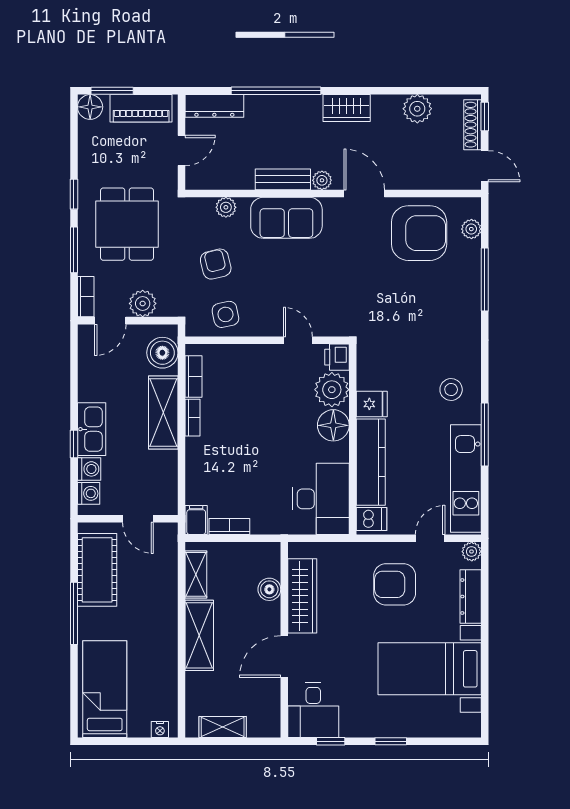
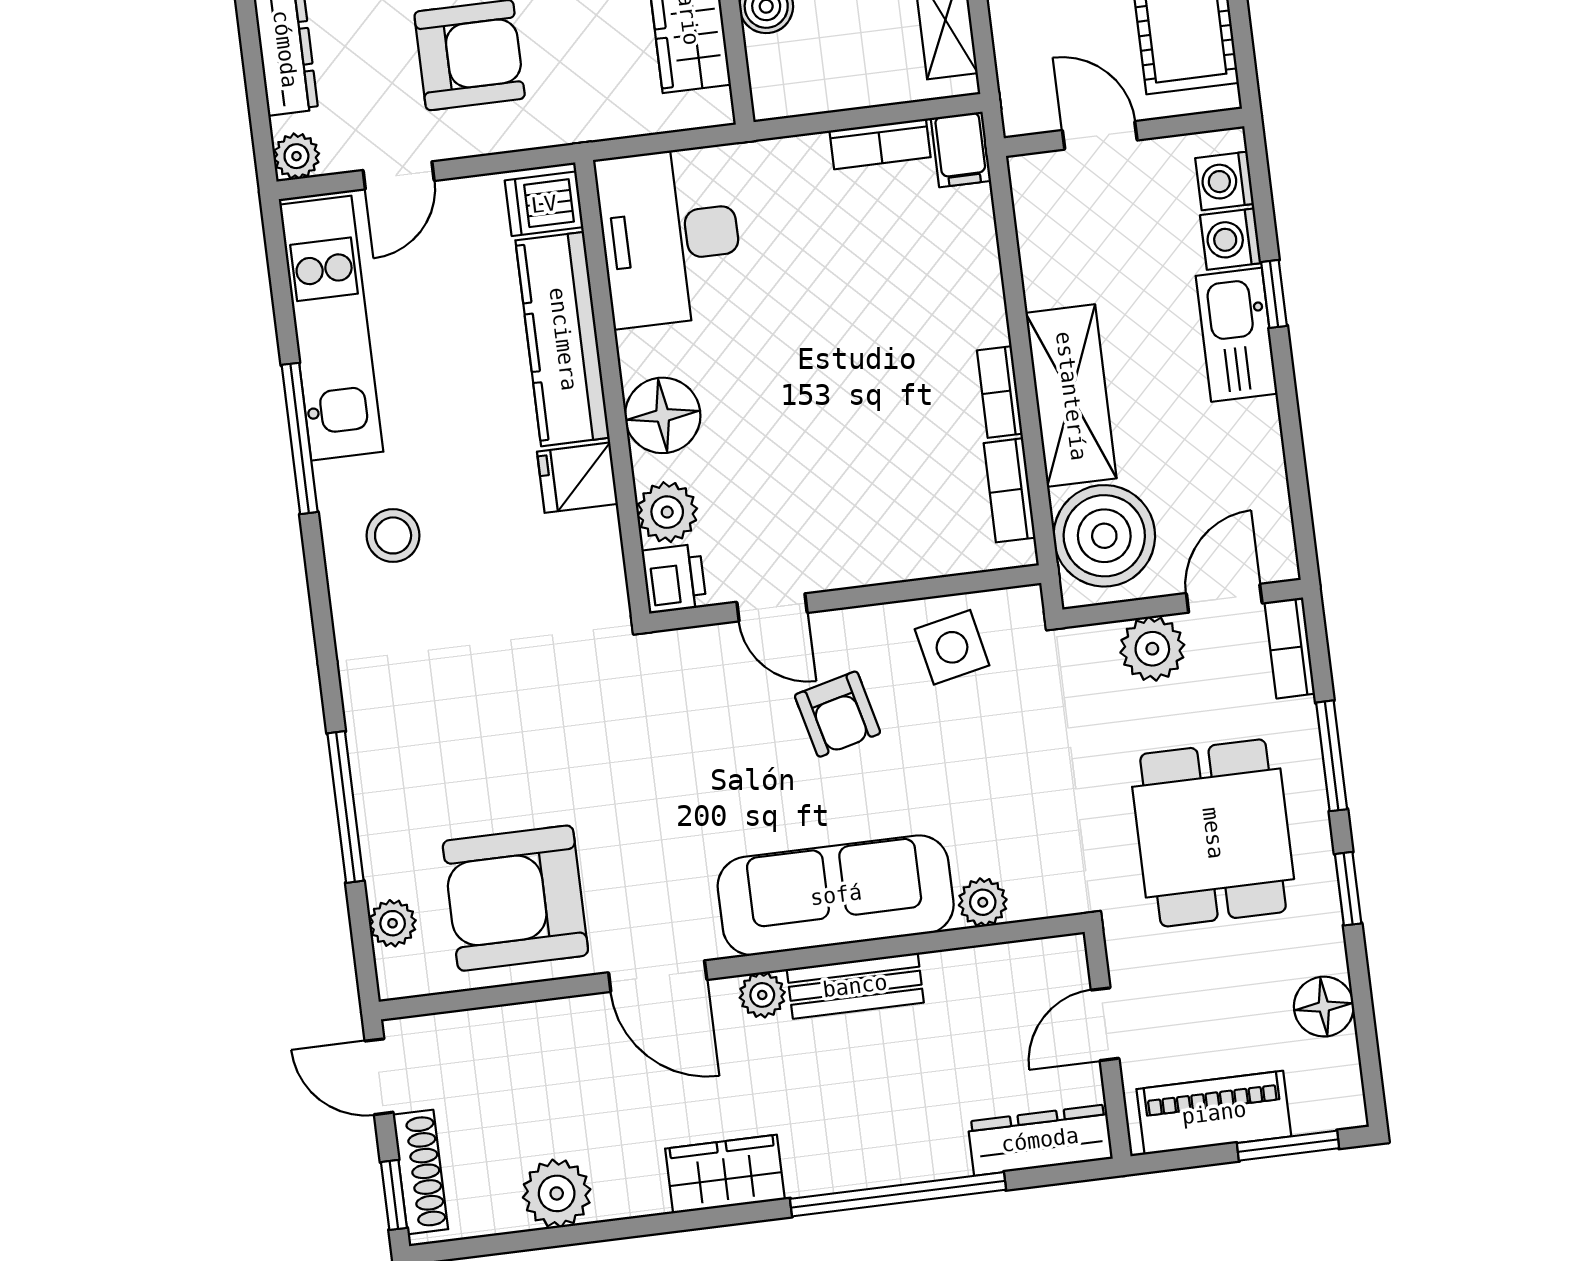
floor lamp: (90, 107) -> (1324, 1007), moved
sofa: (286, 218) -> (836, 895), width x1.36
armchair: (216, 264) -> (837, 714), moved
boiler: (162, 353) -> (1104, 536), width x1.37, depth x1.37
plant: (332, 390) -> (667, 512), width x0.73, depth x0.73

